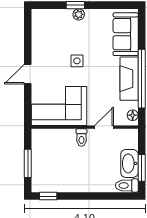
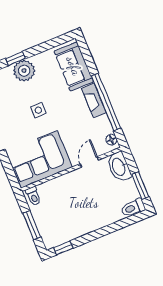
plant: (79, 14) -> (24, 71), width x1.88, depth x1.88
fireplace: (129, 79) -> (94, 100), width x0.73, depth x0.76
toilet: (81, 137) -> (33, 196), moved
washbasin: (129, 163) -> (119, 167), moved

